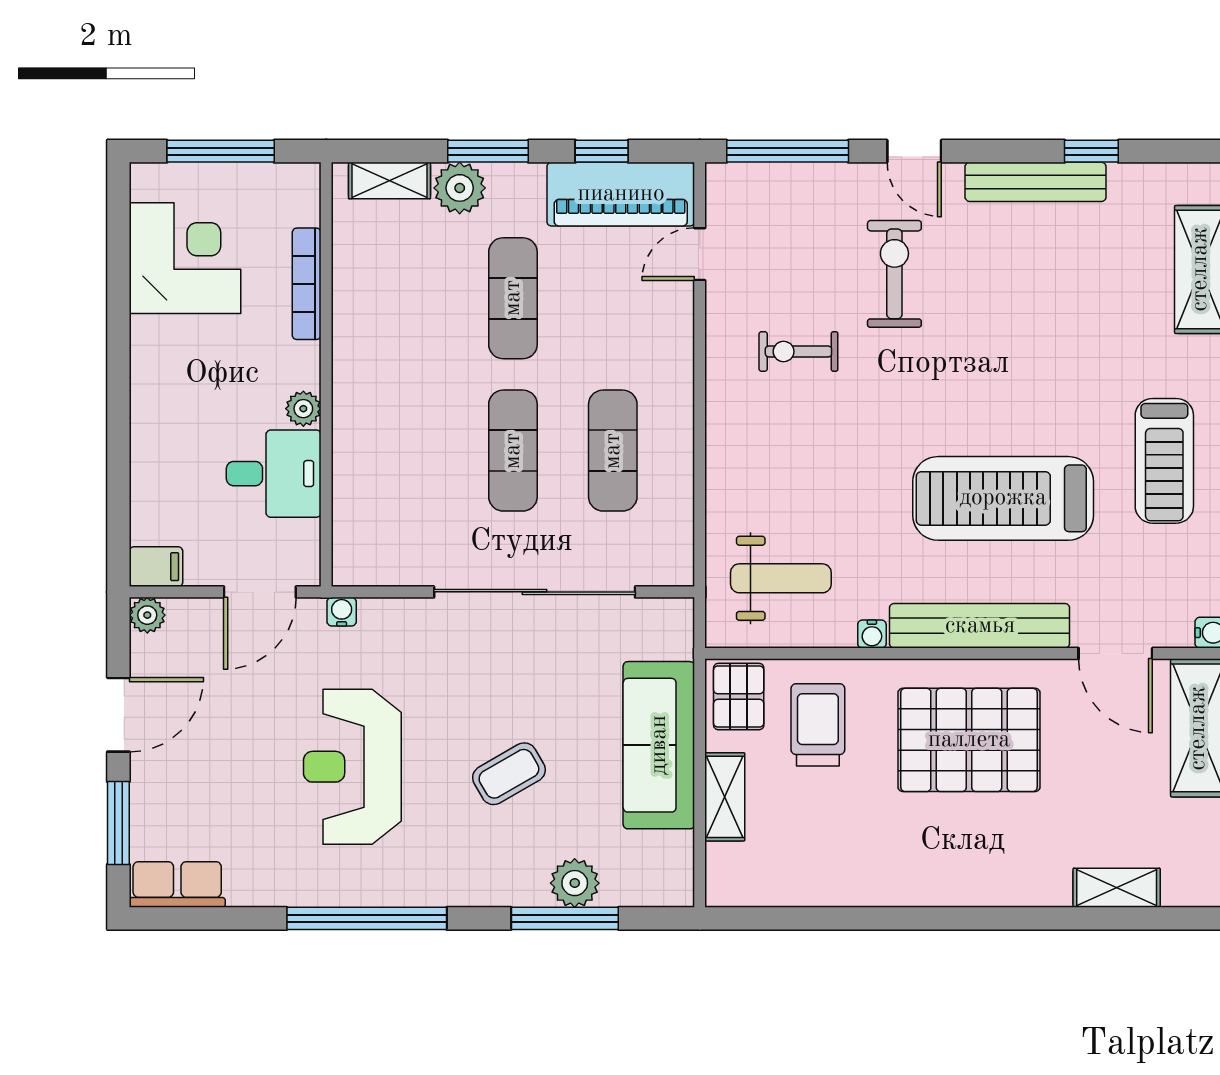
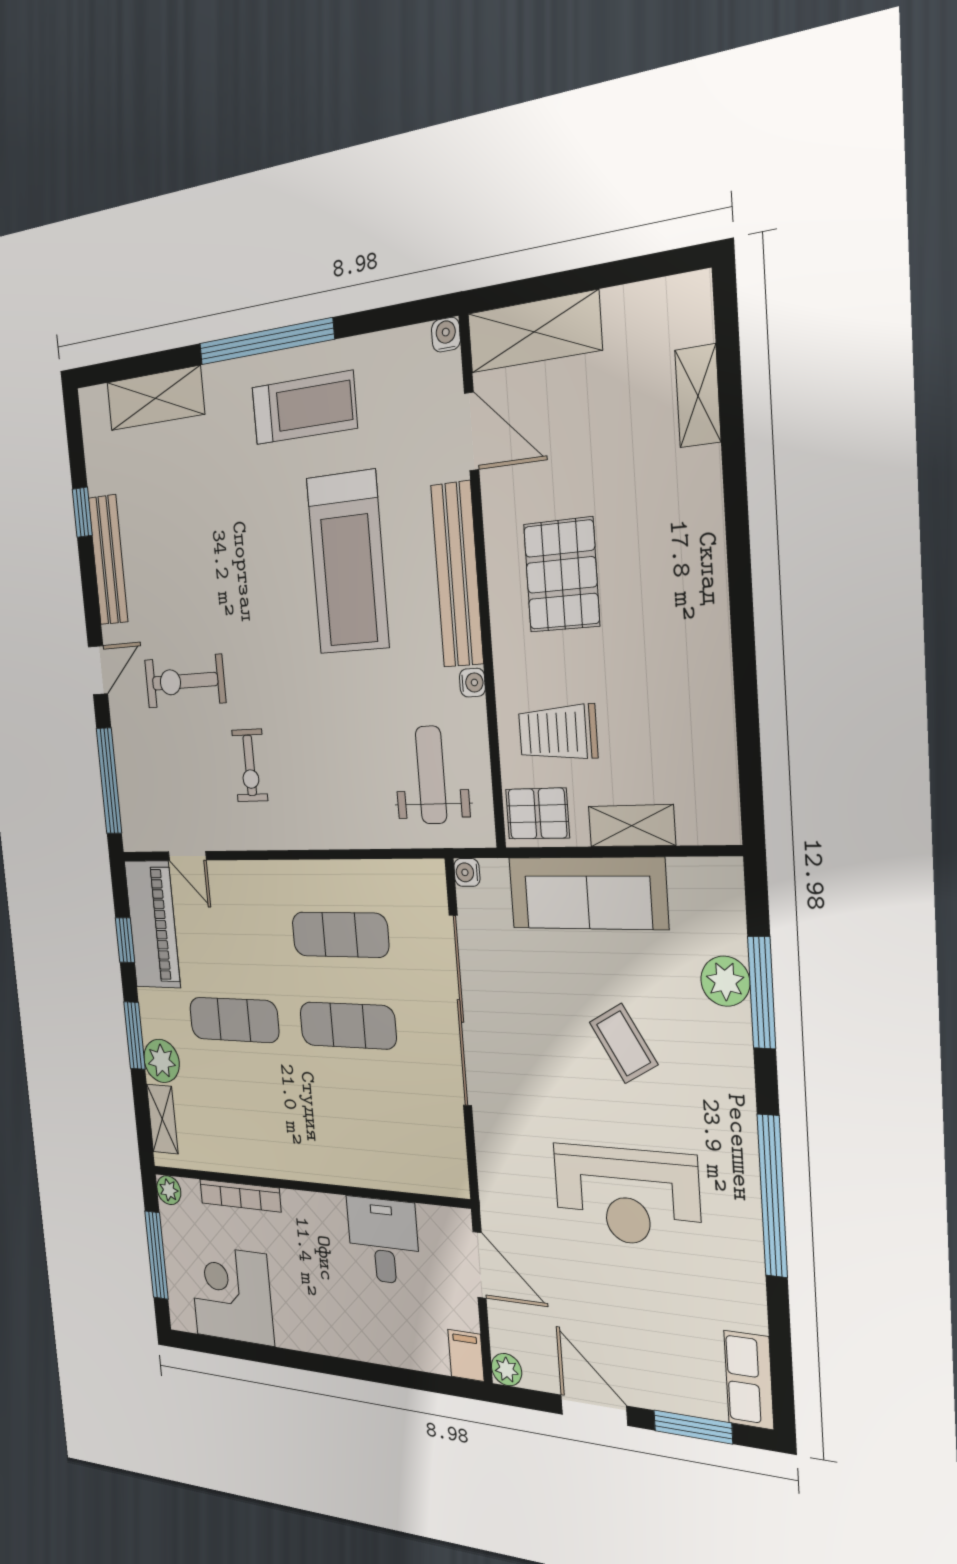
plant: (303, 409) -> (169, 1190), moved
water cooler: (342, 612) -> (467, 872), moved
door: (1115, 653) -> (472, 431), hinge flipped
pallet: (969, 740) -> (562, 575), width x0.73, depth x0.71

